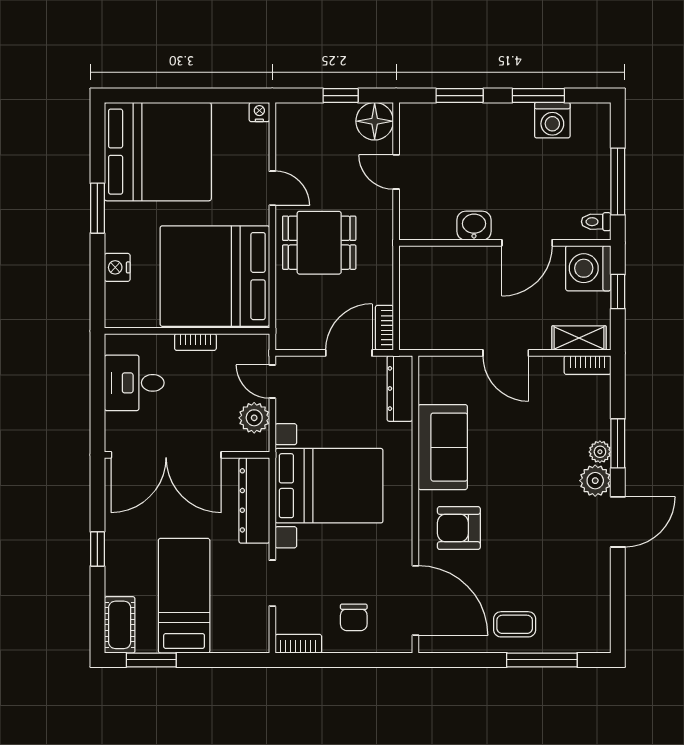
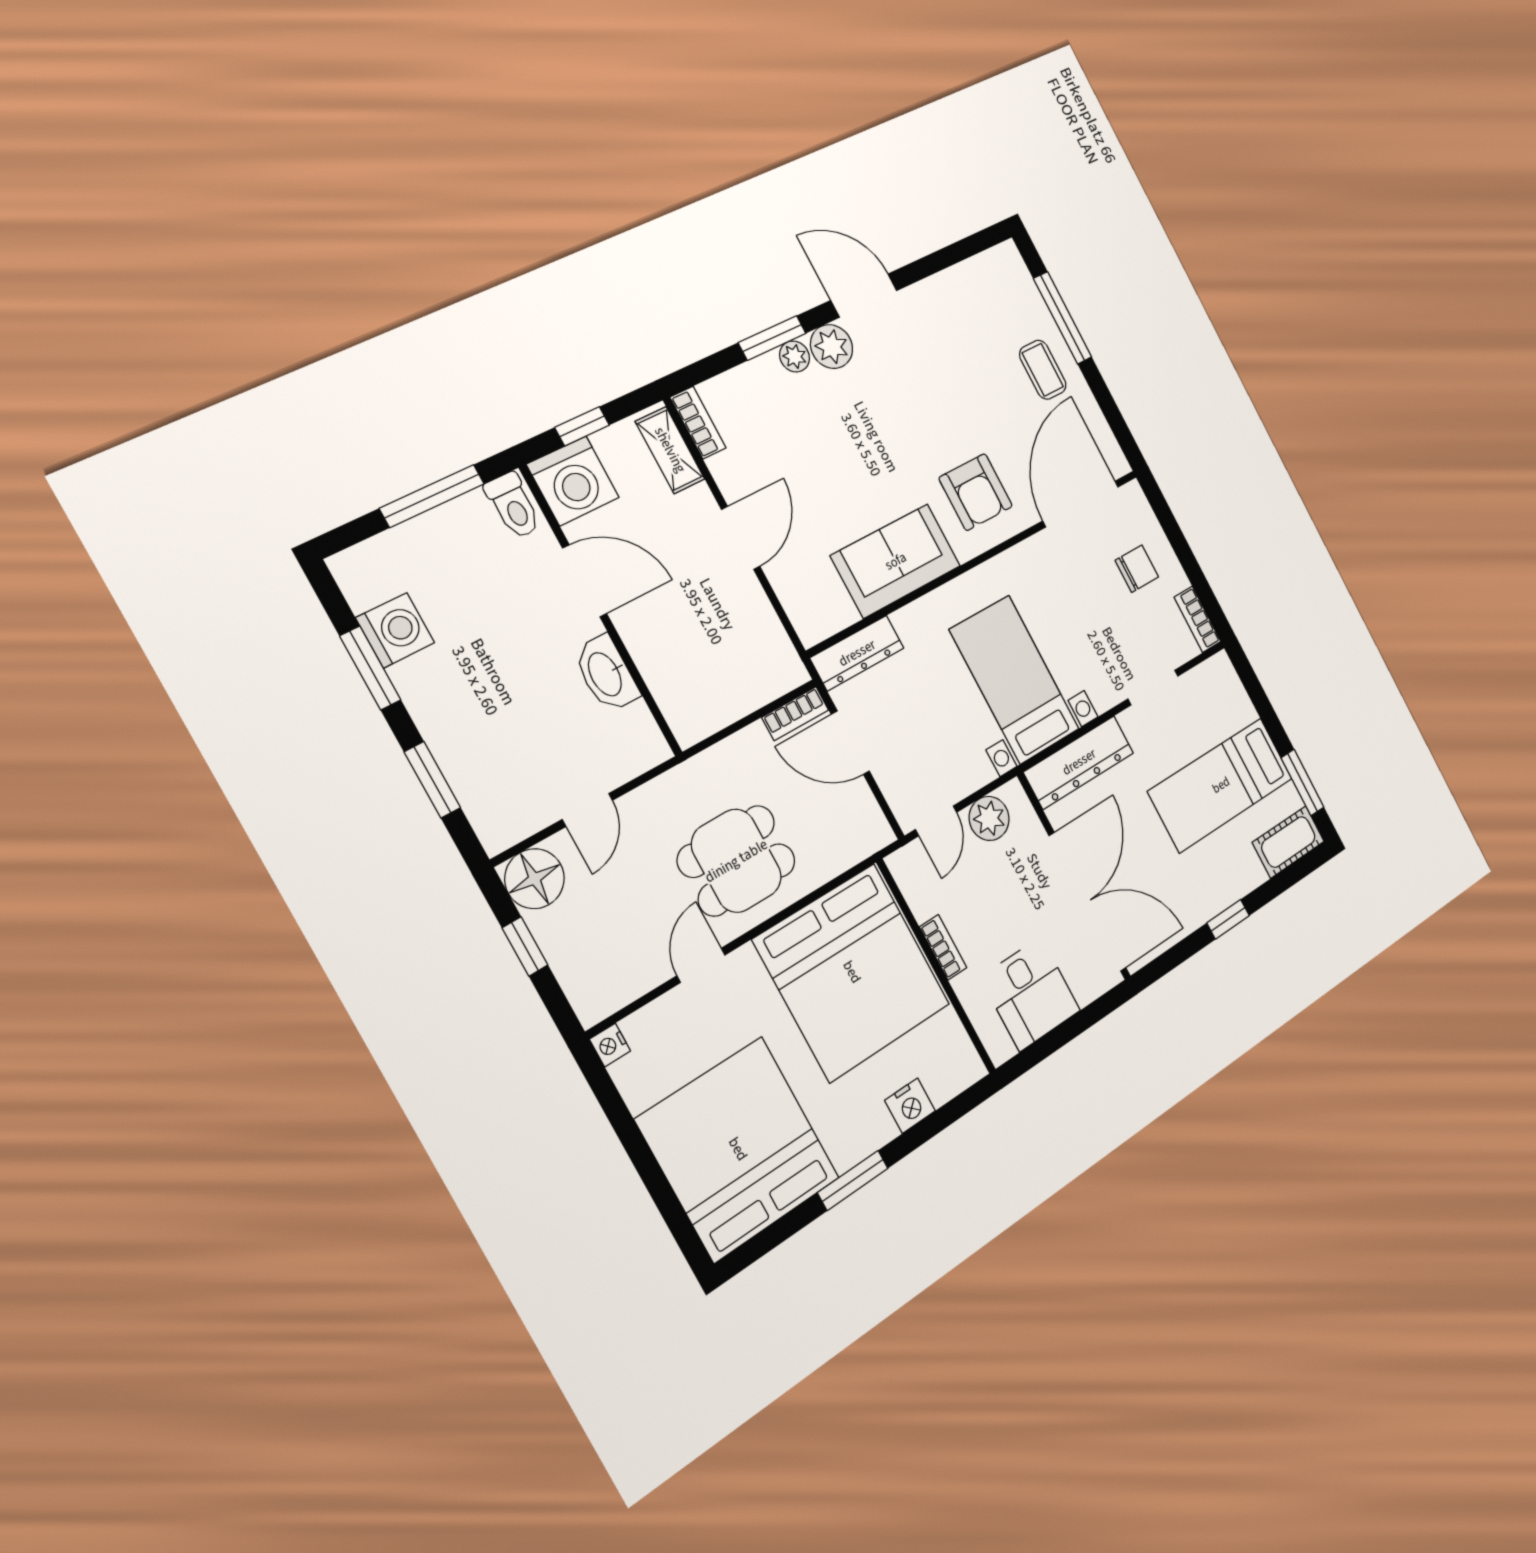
toilet: (596, 222) -> (513, 506), width x1.37, depth x1.39
washbasin: (474, 226) -> (606, 674), width x1.38
dining table: (319, 243) -> (736, 861), turned 90
bed with nightstands: (329, 486) -> (1014, 680), width x0.73

